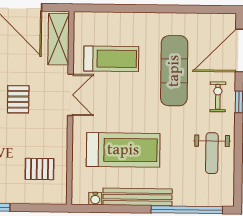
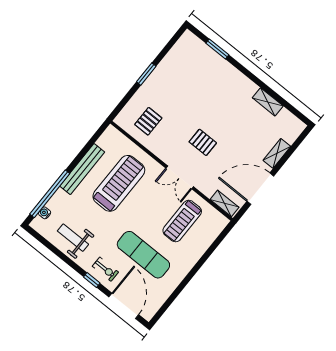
shelving: (59, 39) -> (225, 203), width x0.67, depth x0.75
treadmill: (123, 150) -> (119, 183), turned 180
water cooler: (95, 199) -> (45, 213), moved

